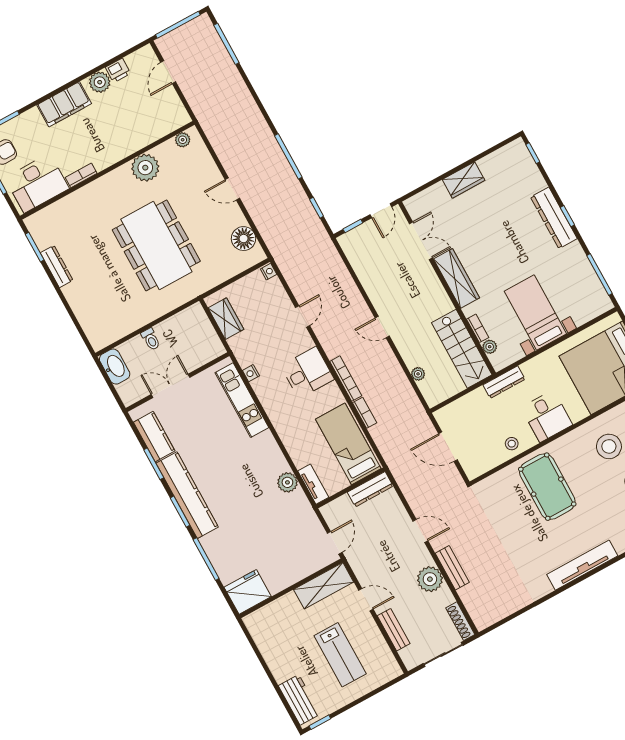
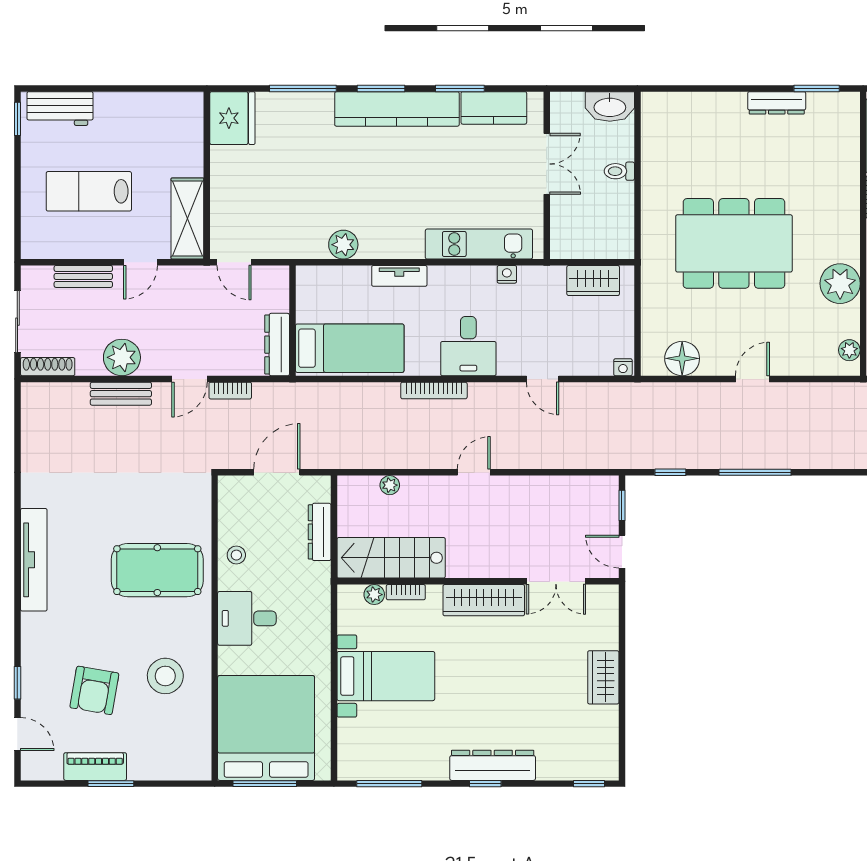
dresser: (504, 382) -> (320, 532), moved
bookcase: (365, 413) -> (230, 391), moved
tv unit: (313, 484) -> (399, 276), moved

